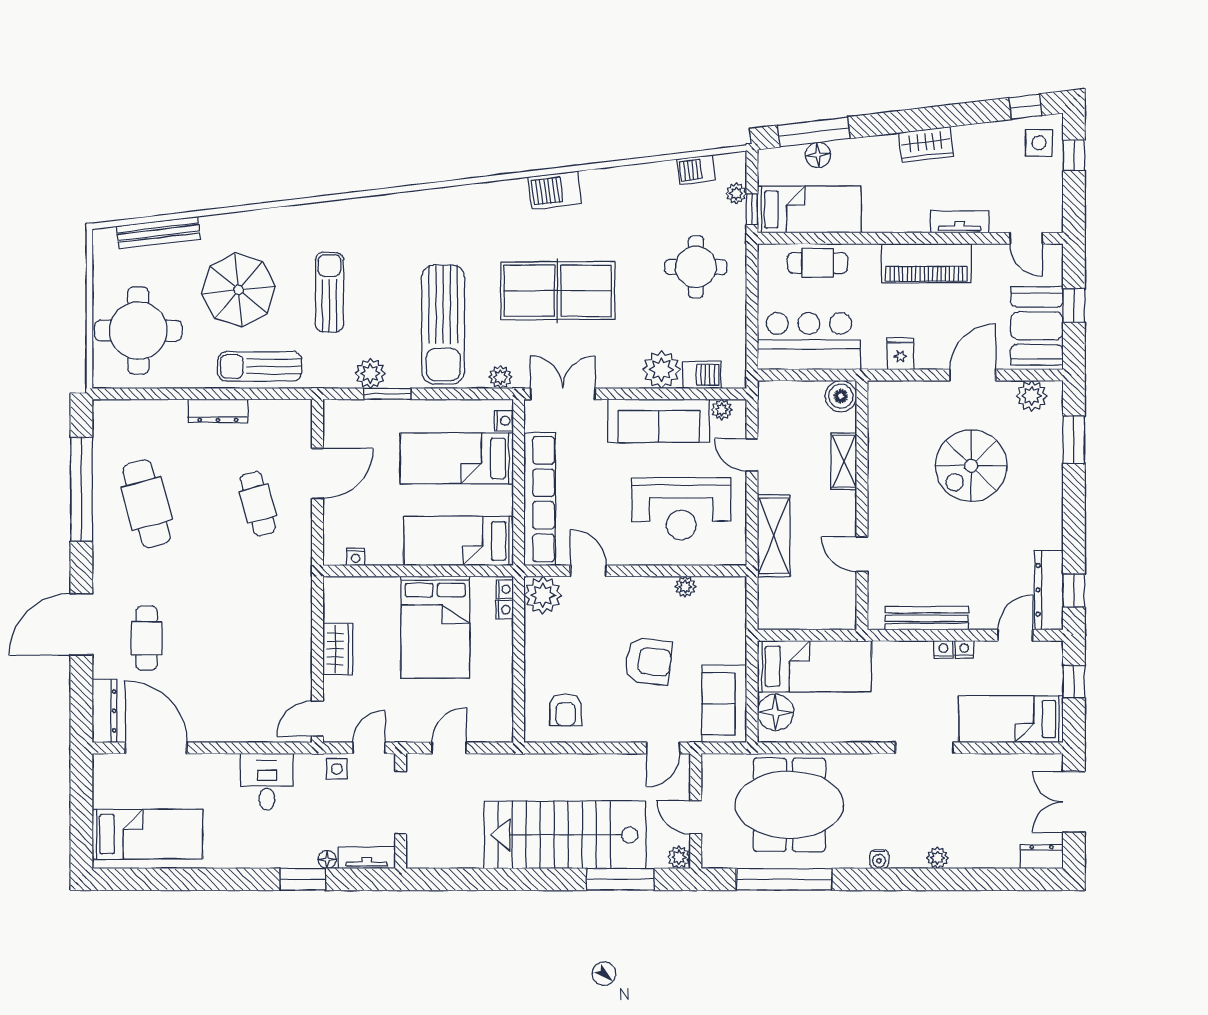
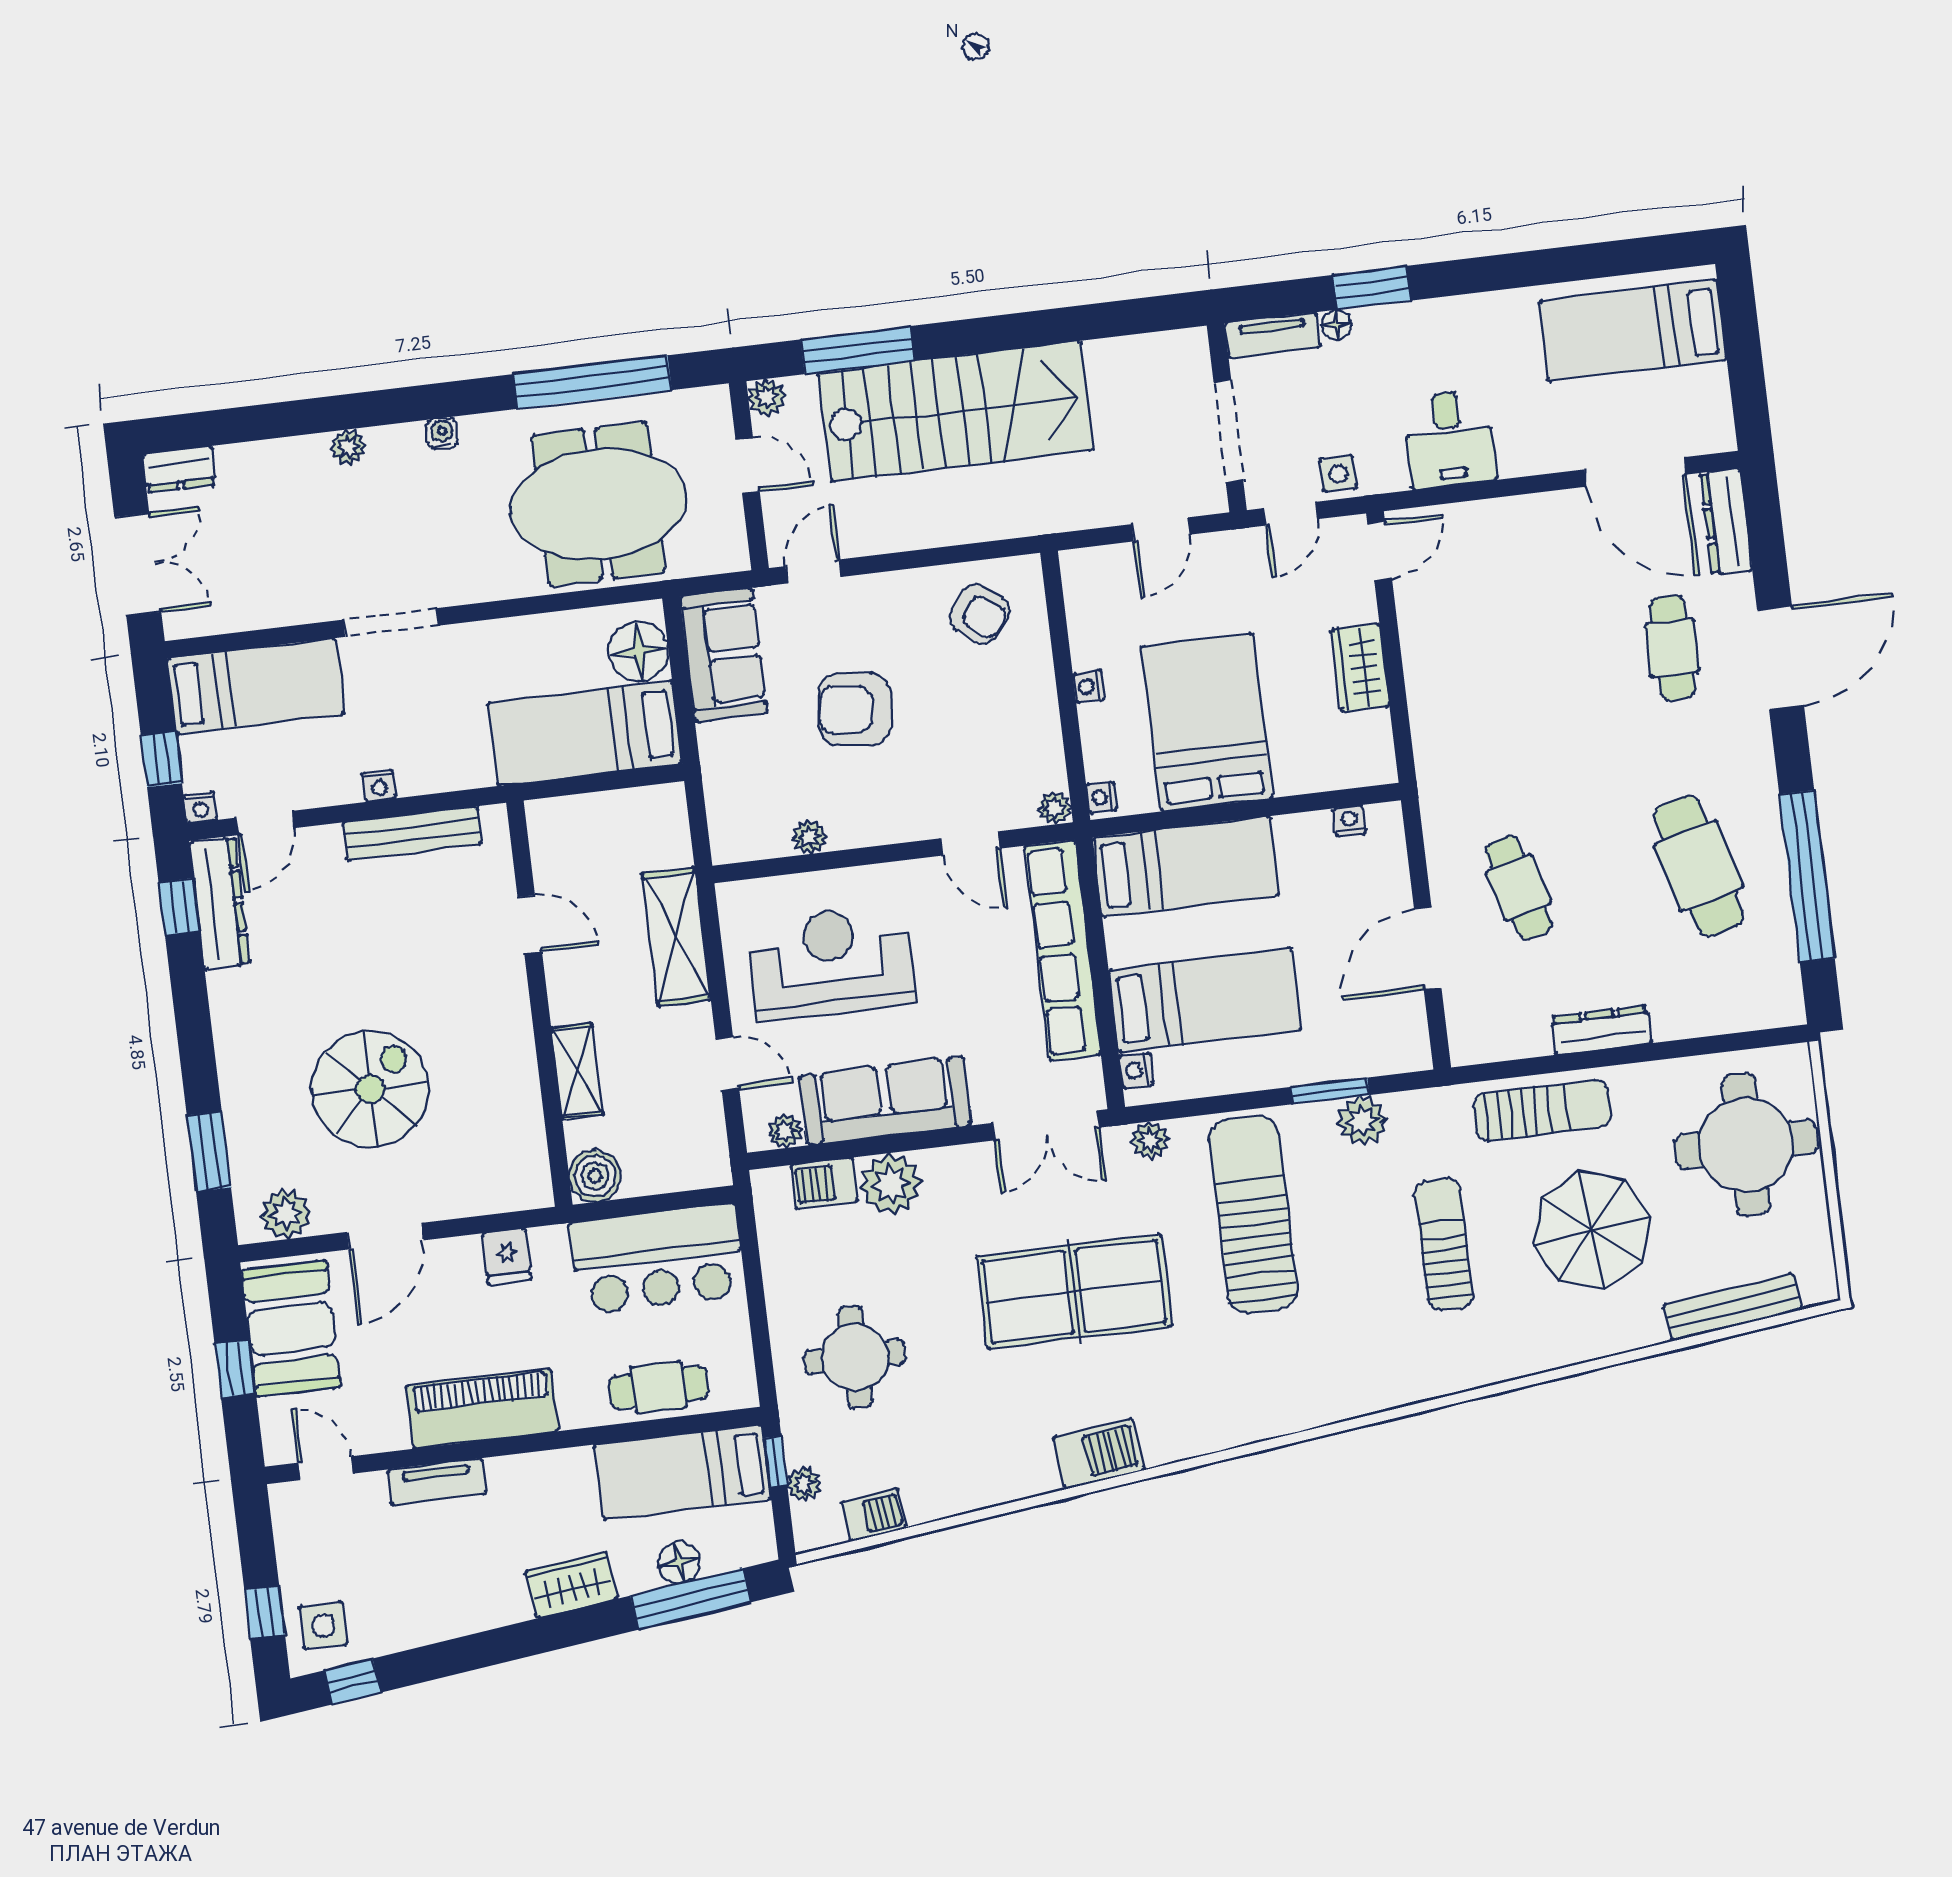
wardrobe: (926, 144) -> (571, 1585), moved
sun lounger: (329, 292) -> (1444, 1244), turned 180
plant: (543, 595) -> (1055, 808), width x0.53, depth x0.53
nightstand: (504, 610) -> (1089, 687), moved
nightstand: (964, 649) -> (200, 808), moved
armchair: (566, 710) -> (979, 614), turned 128

